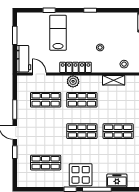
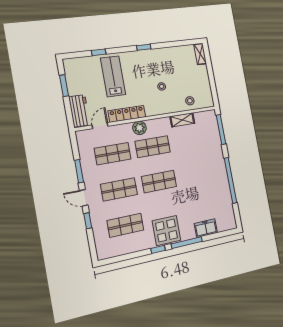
locker: (76, 67) -> (127, 114), moved
door: (39, 74) -> (100, 126), hinge flipped
shop shelf: (118, 131) -> (119, 189), moved

